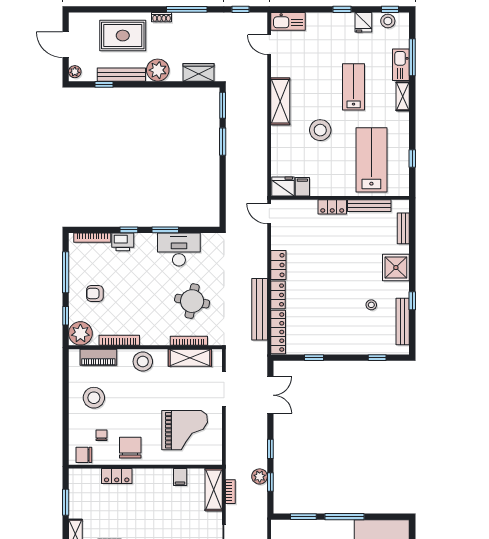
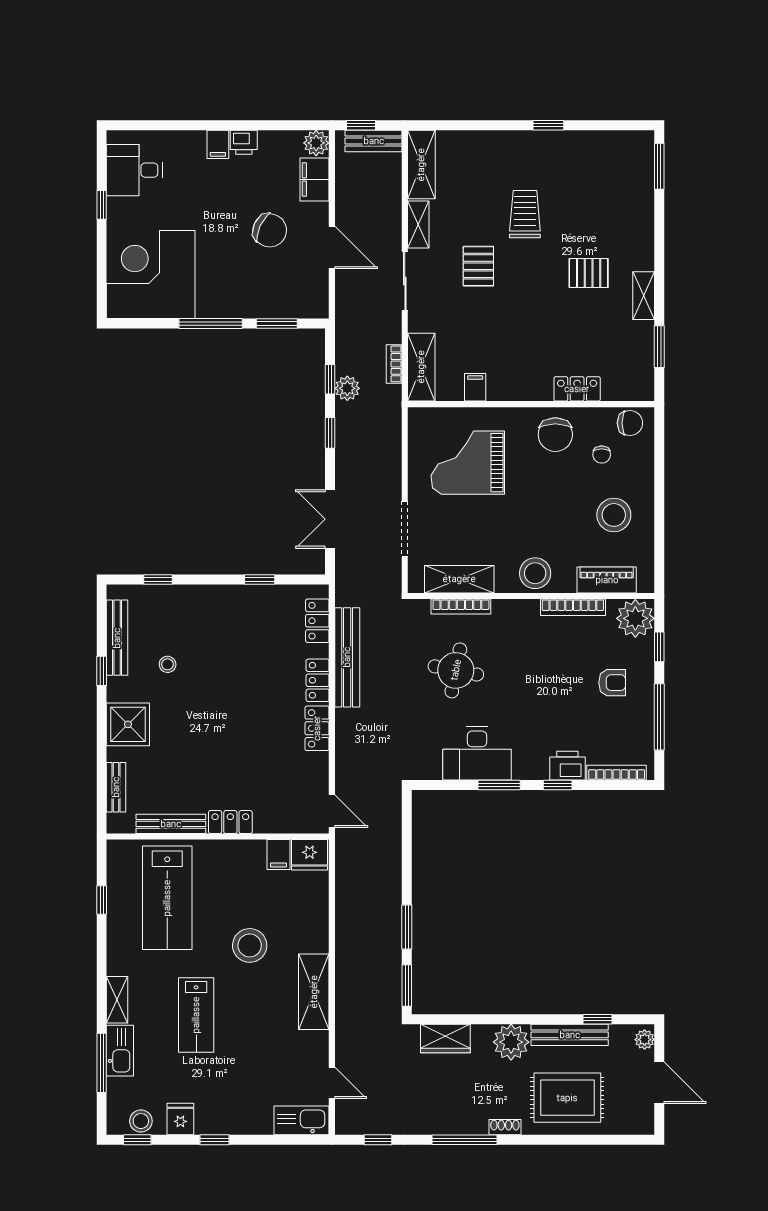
locker: (278, 332) -> (317, 621), width x0.66

